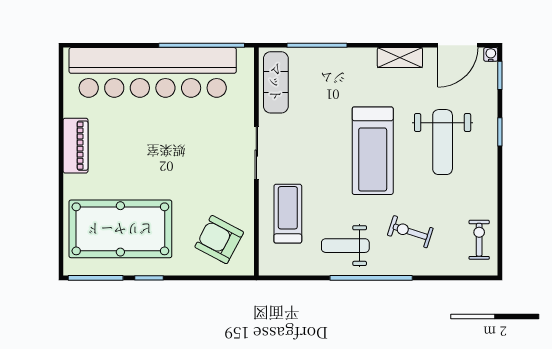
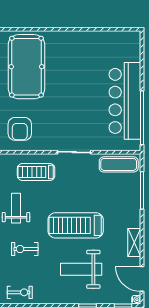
bar counter: (153, 72) -> (125, 101), width x0.73
piano: (76, 146) -> (79, 38), removed
treadmill: (288, 214) -> (36, 172), turned 180
exercise bike: (410, 232) -> (25, 249), turned -108
armchair: (219, 240) -> (20, 129), turned 152

